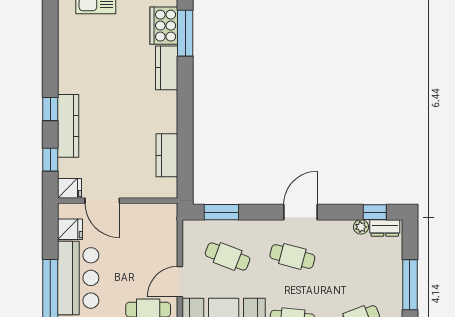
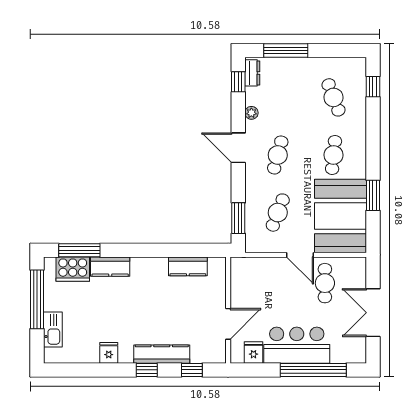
fridge: (70, 188) -> (109, 353), moved
plant: (361, 227) -> (251, 113), moved
window: (410, 285) -> (286, 51), moved

